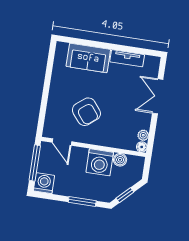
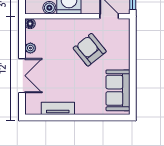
sofa: (88, 58) -> (118, 90), moved, turned -90
plant: (143, 135) -> (30, 48), moved

